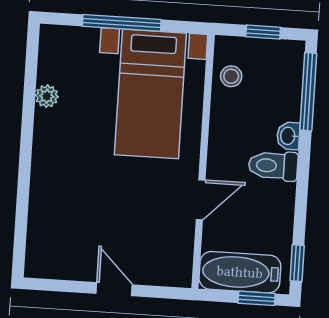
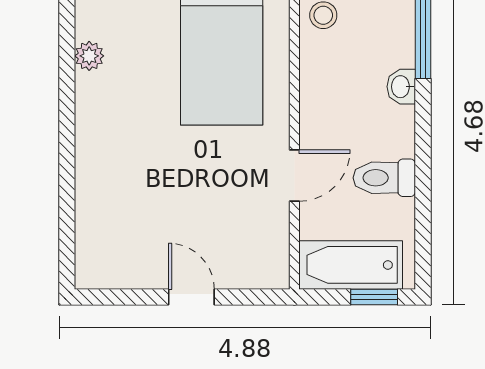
toilet: (273, 166) -> (384, 178), moved
window: (297, 263) -> (423, 249), removed

